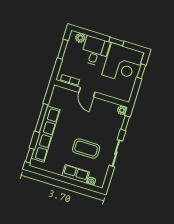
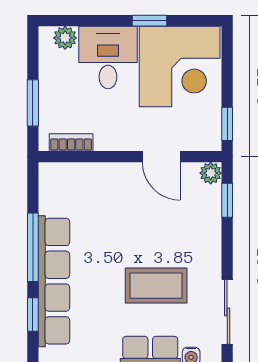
window: (63, 49) -> (33, 103), moved
window: (141, 71) -> (227, 124), moved
door: (87, 92) -> (161, 157), moved
sliding door: (116, 153) -> (227, 312), moved
window: (30, 155) -> (33, 315), moved

